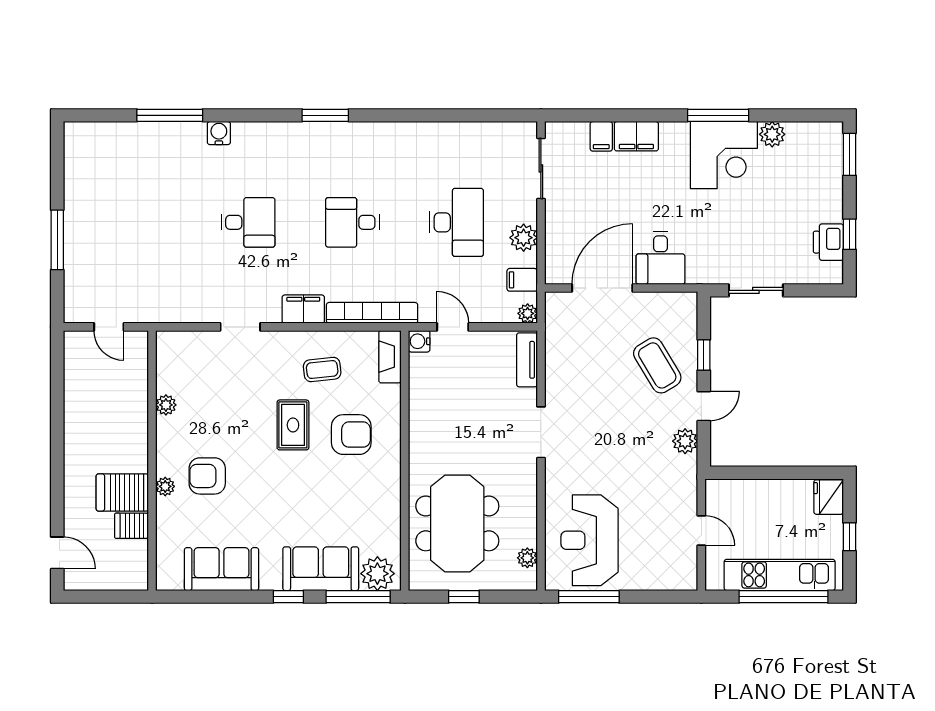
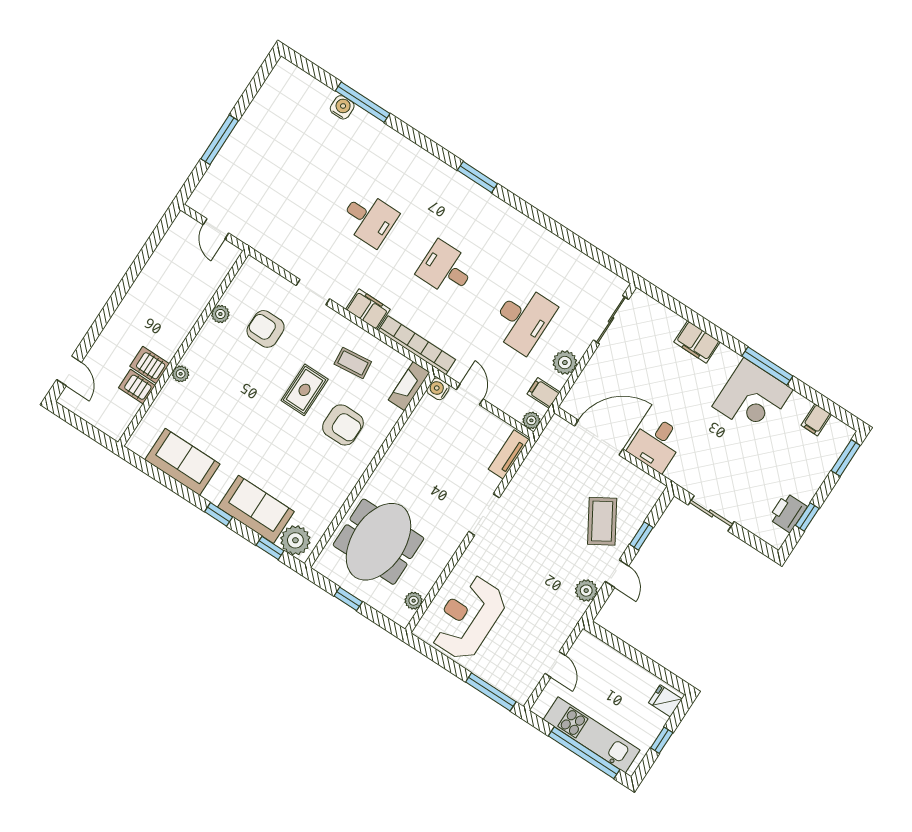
water cooler: (219, 133) -> (342, 107), moved
plant: (772, 134) -> (798, 406), removed
filing cabinet: (601, 136) -> (816, 420), moved
door: (704, 406) -> (617, 574), hinge flipped
armchair: (207, 476) -> (266, 329), moved
server rack: (122, 492) -> (150, 365), width x0.73, depth x0.70
fridge: (829, 497) -> (665, 701), width x0.72
window: (358, 597) -> (270, 548), width x0.46
window: (589, 597) -> (491, 692), moved

